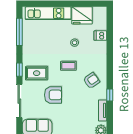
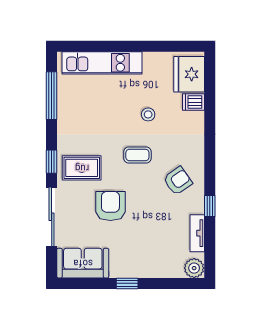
fridge: (82, 15) -> (189, 74), moved, turned 90
armchair: (53, 95) -> (110, 206), turned -90

